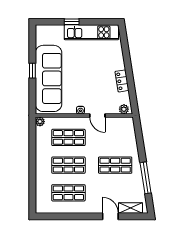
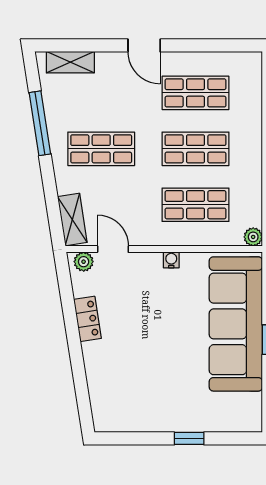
kitchen unit: (91, 32) -> (149, 417), removed
door: (97, 115) -> (113, 249), moved
shelving: (129, 130) -> (72, 220), added
door: (110, 216) -> (144, 45), moved

